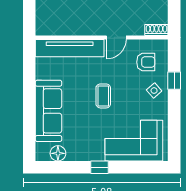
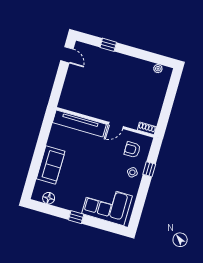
armchair: (146, 62) -> (132, 150), turned 180
coffee table: (103, 96) -> (94, 166), removed
sofa: (48, 111) -> (51, 165), width x0.73

